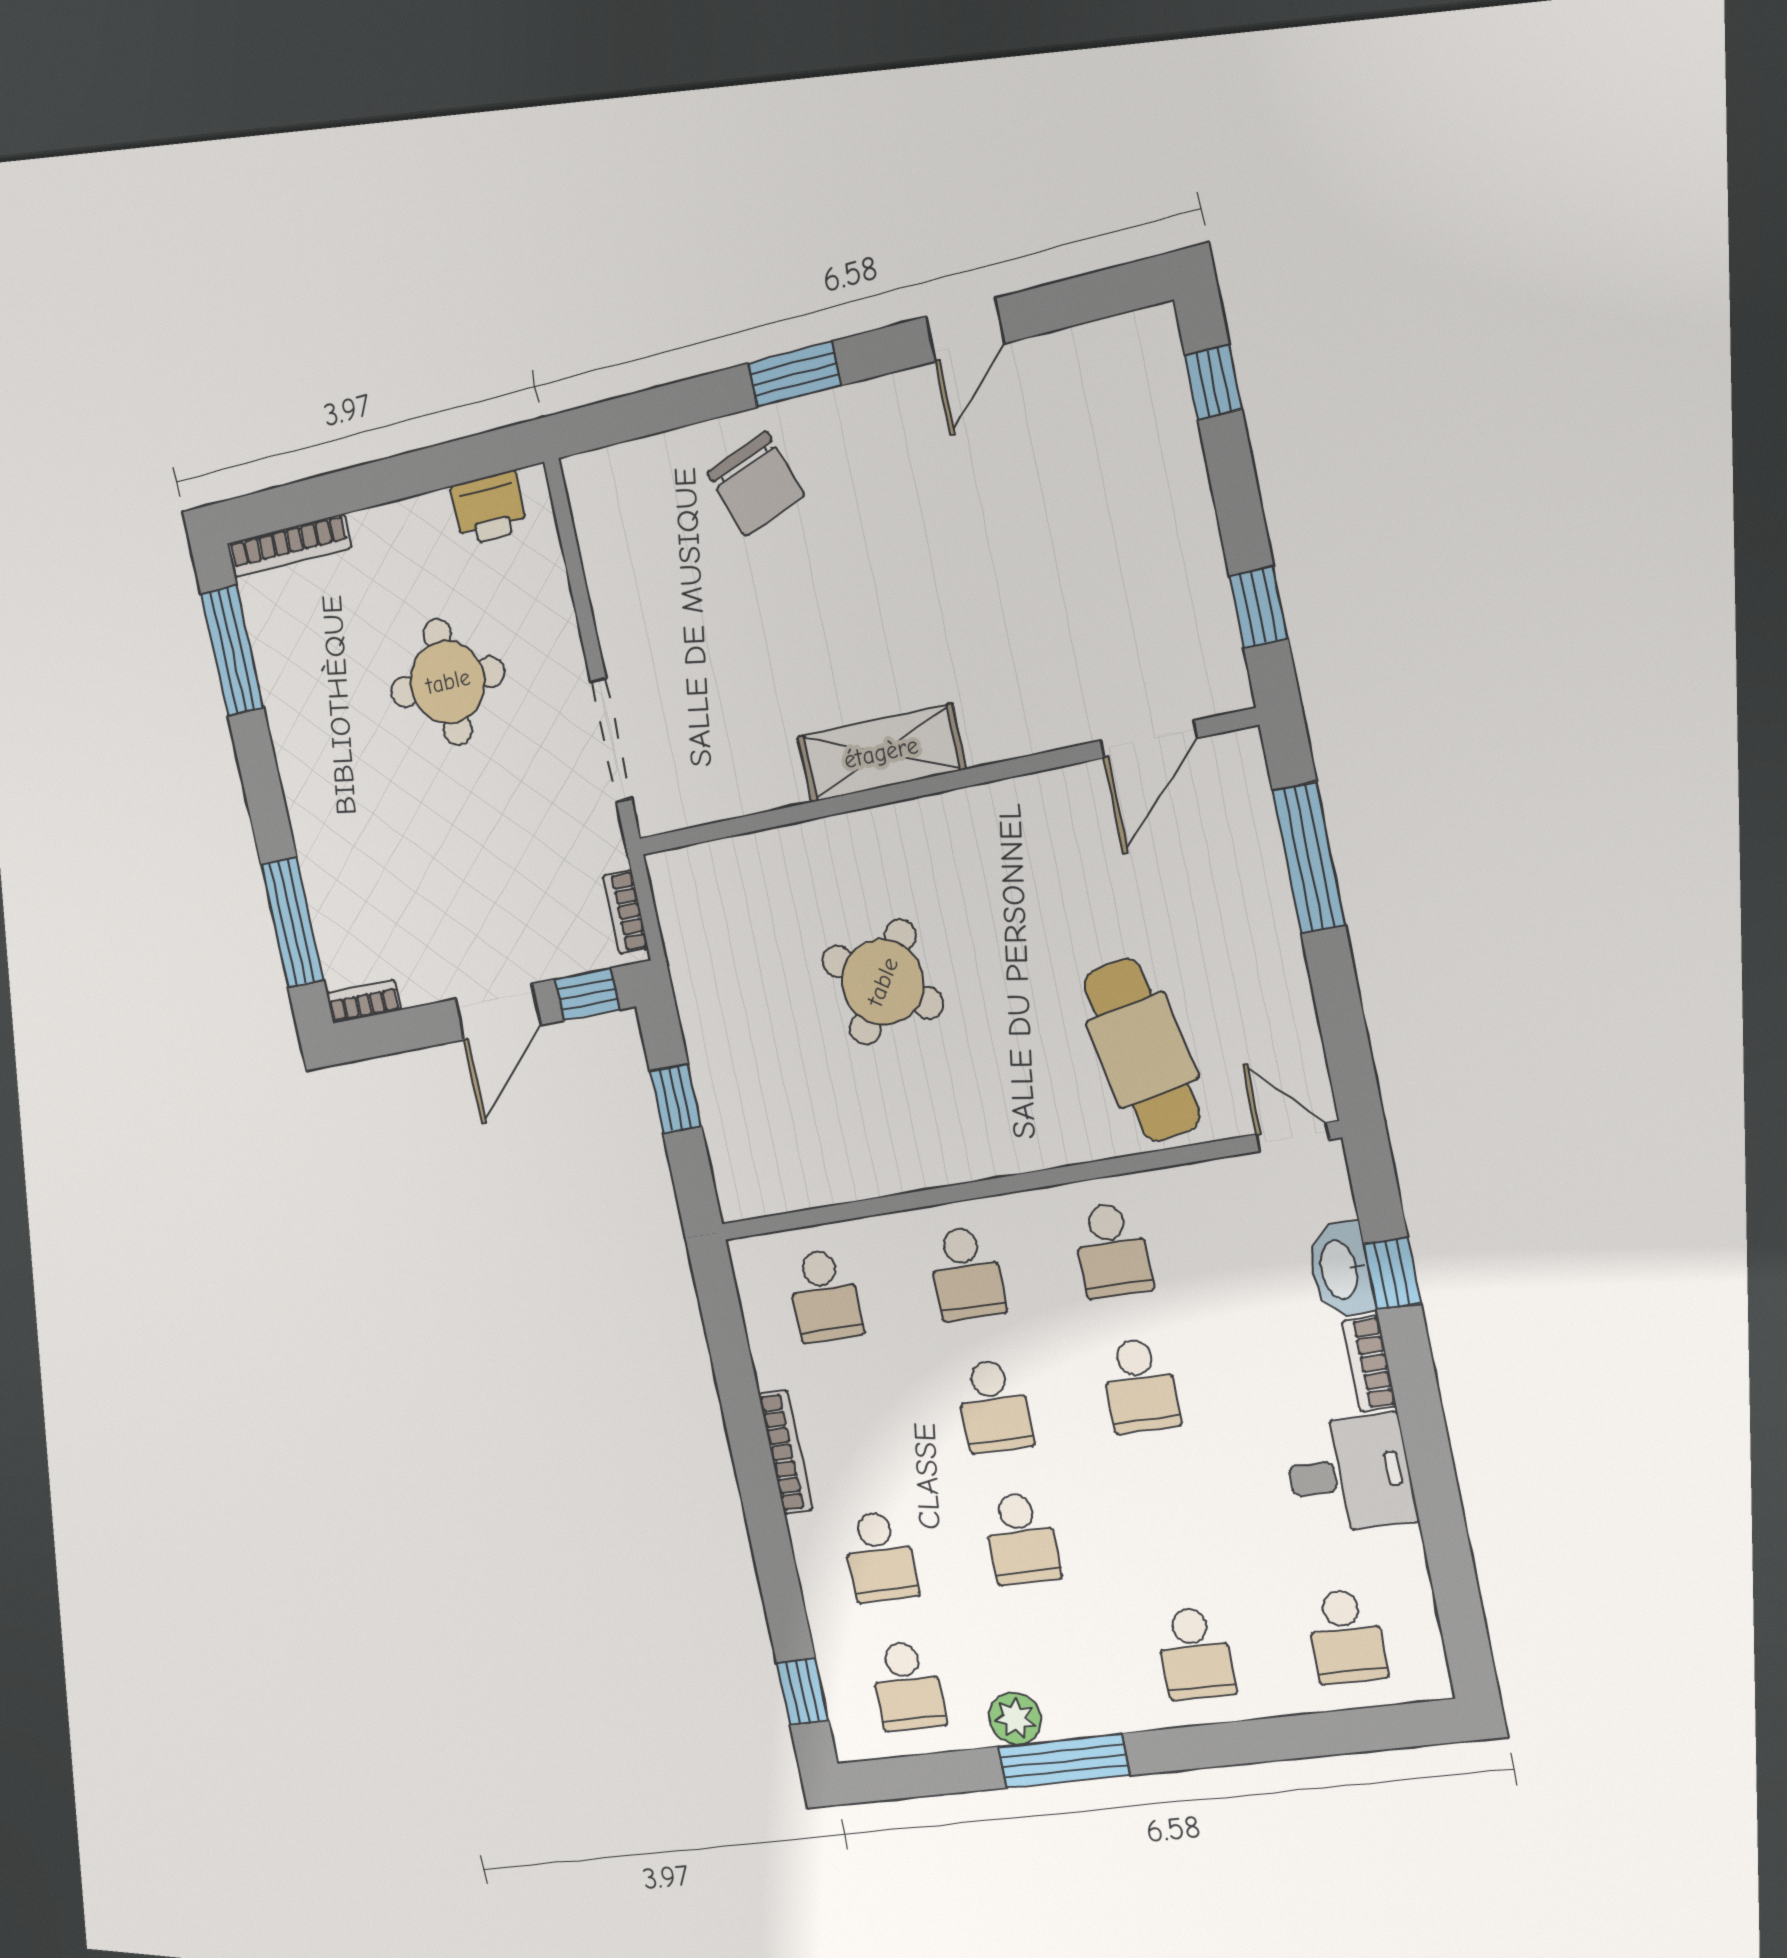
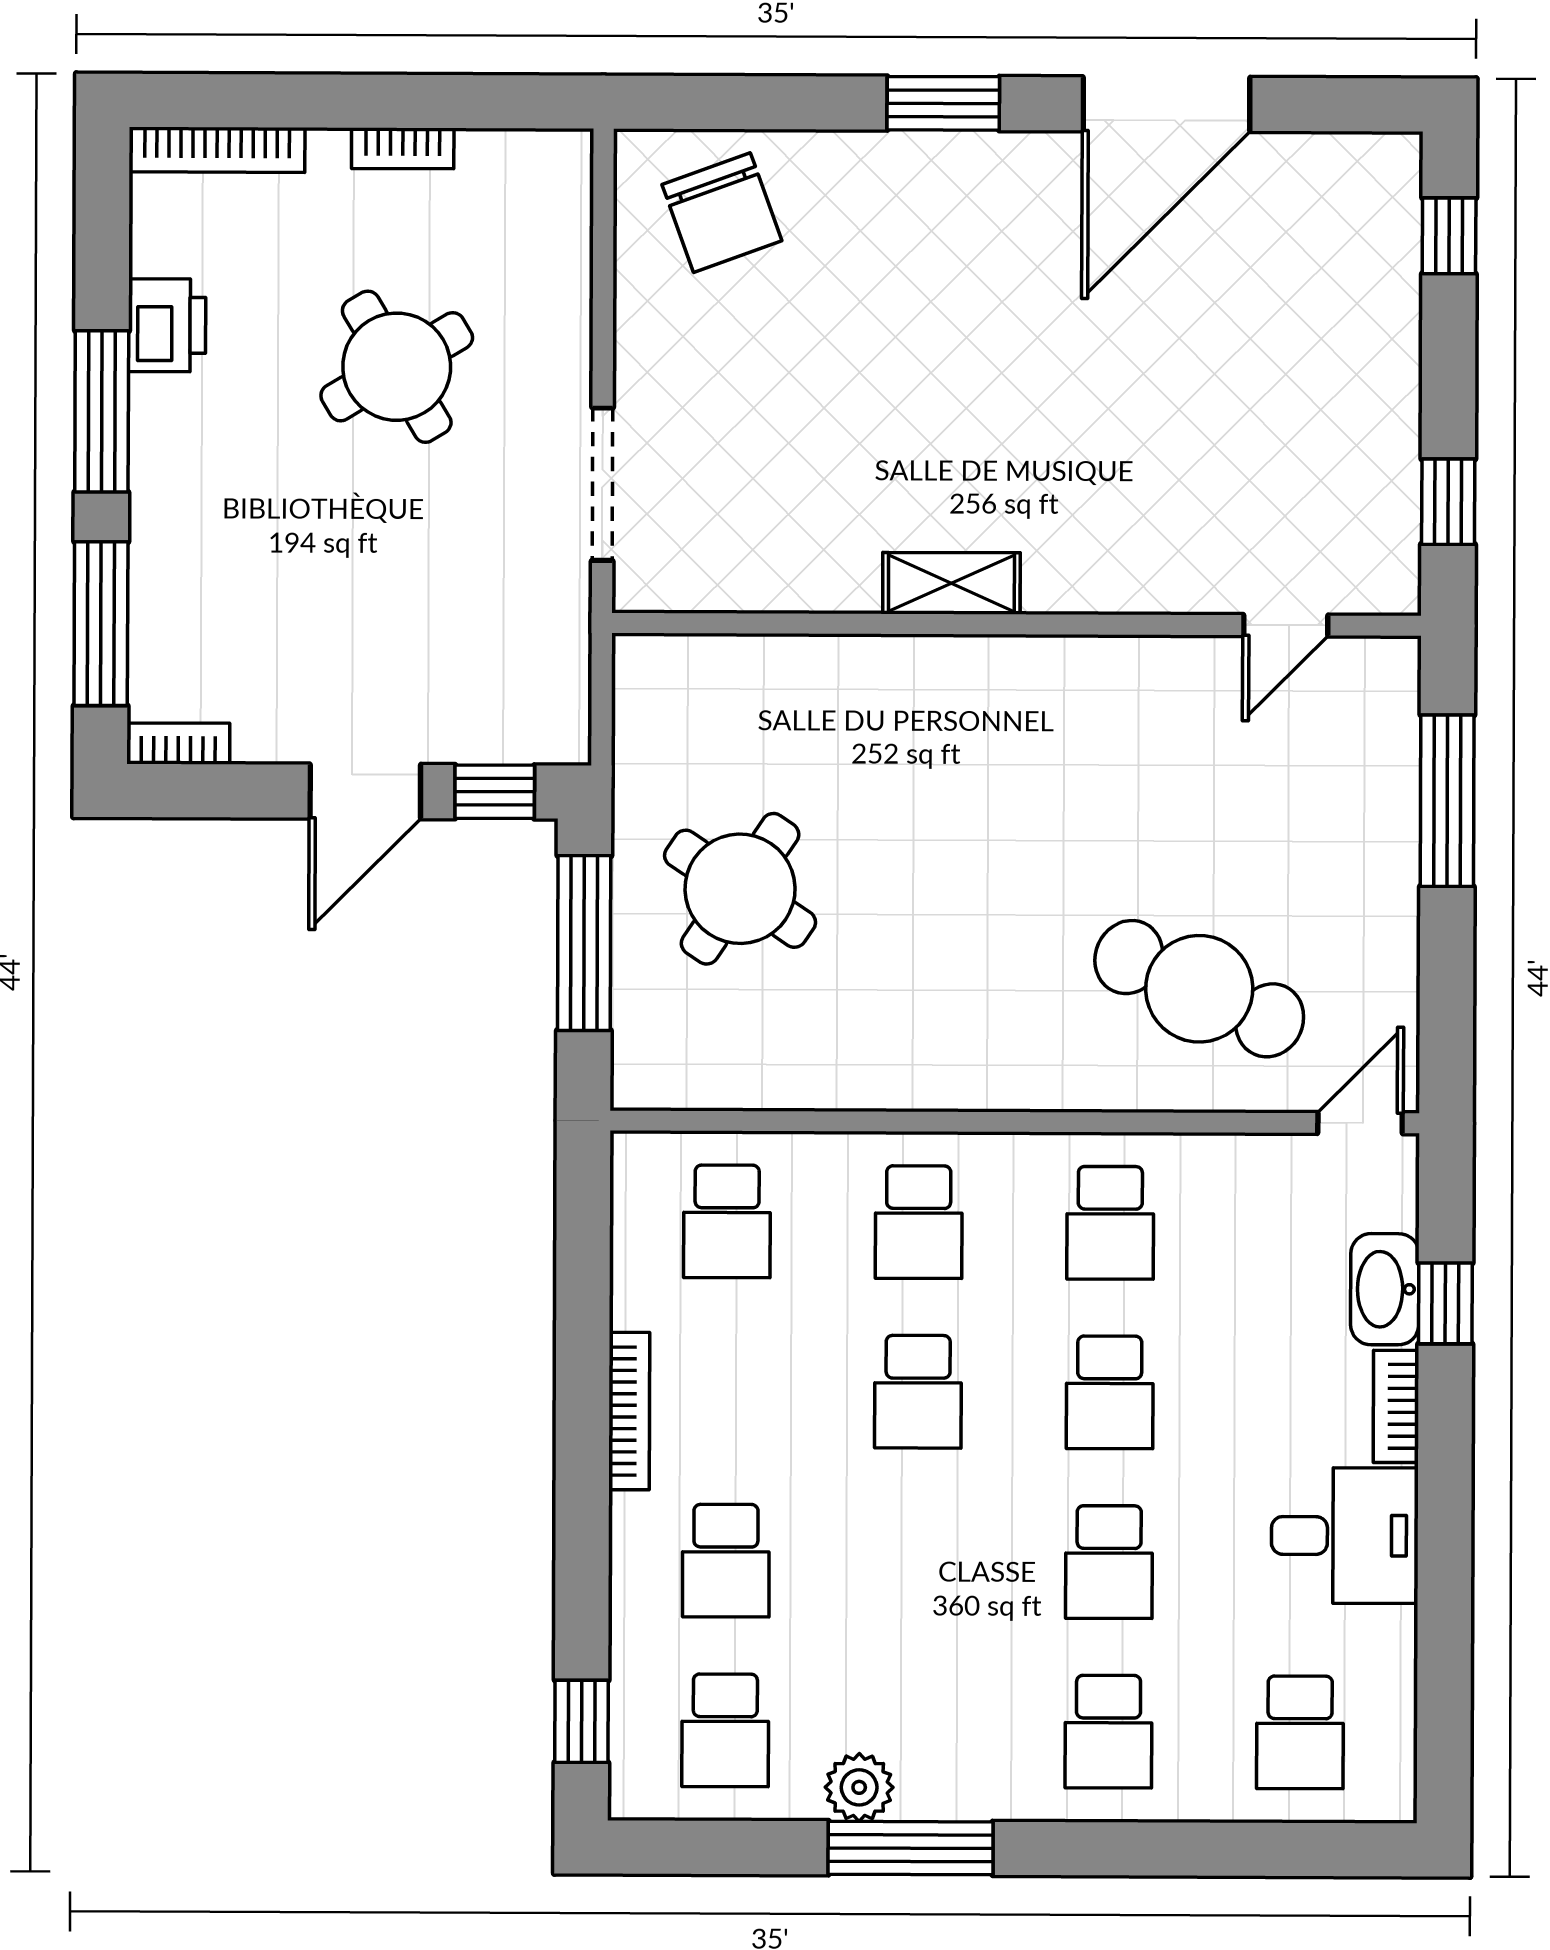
door: (965, 330) -> (1167, 104), width x1.88
chair: (756, 484) -> (722, 213), moved
printer: (489, 508) -> (167, 325), moved, turned -90
window: (232, 651) -> (102, 411), moved
round table: (448, 682) -> (397, 367), turned -31
door: (1149, 739) -> (1286, 625), width x0.73
shelving: (881, 753) -> (951, 583), width x0.67, depth x0.75
bookcase: (625, 912) -> (403, 148), moved, turned -90
round table: (883, 982) -> (740, 889), moved
cafe table: (1142, 1050) -> (1199, 989), turned -55
window: (676, 1099) -> (584, 943), width x2.17
door: (1293, 1137) -> (1360, 1123), hinge flipped
school desk: (1022, 1539) -> (1109, 1562), moved

